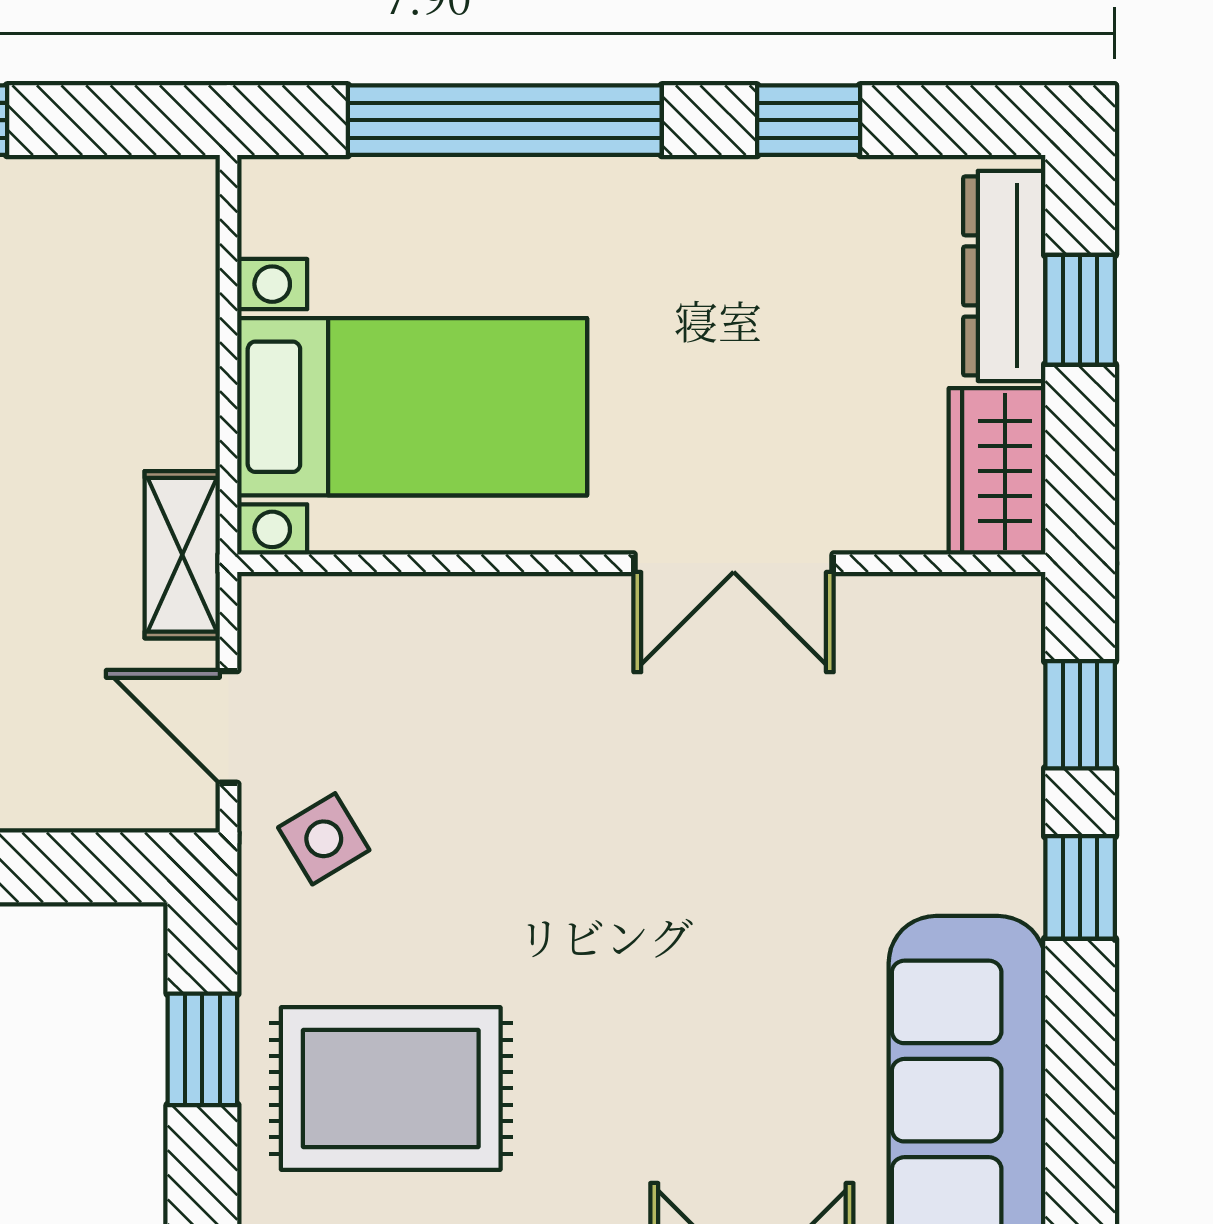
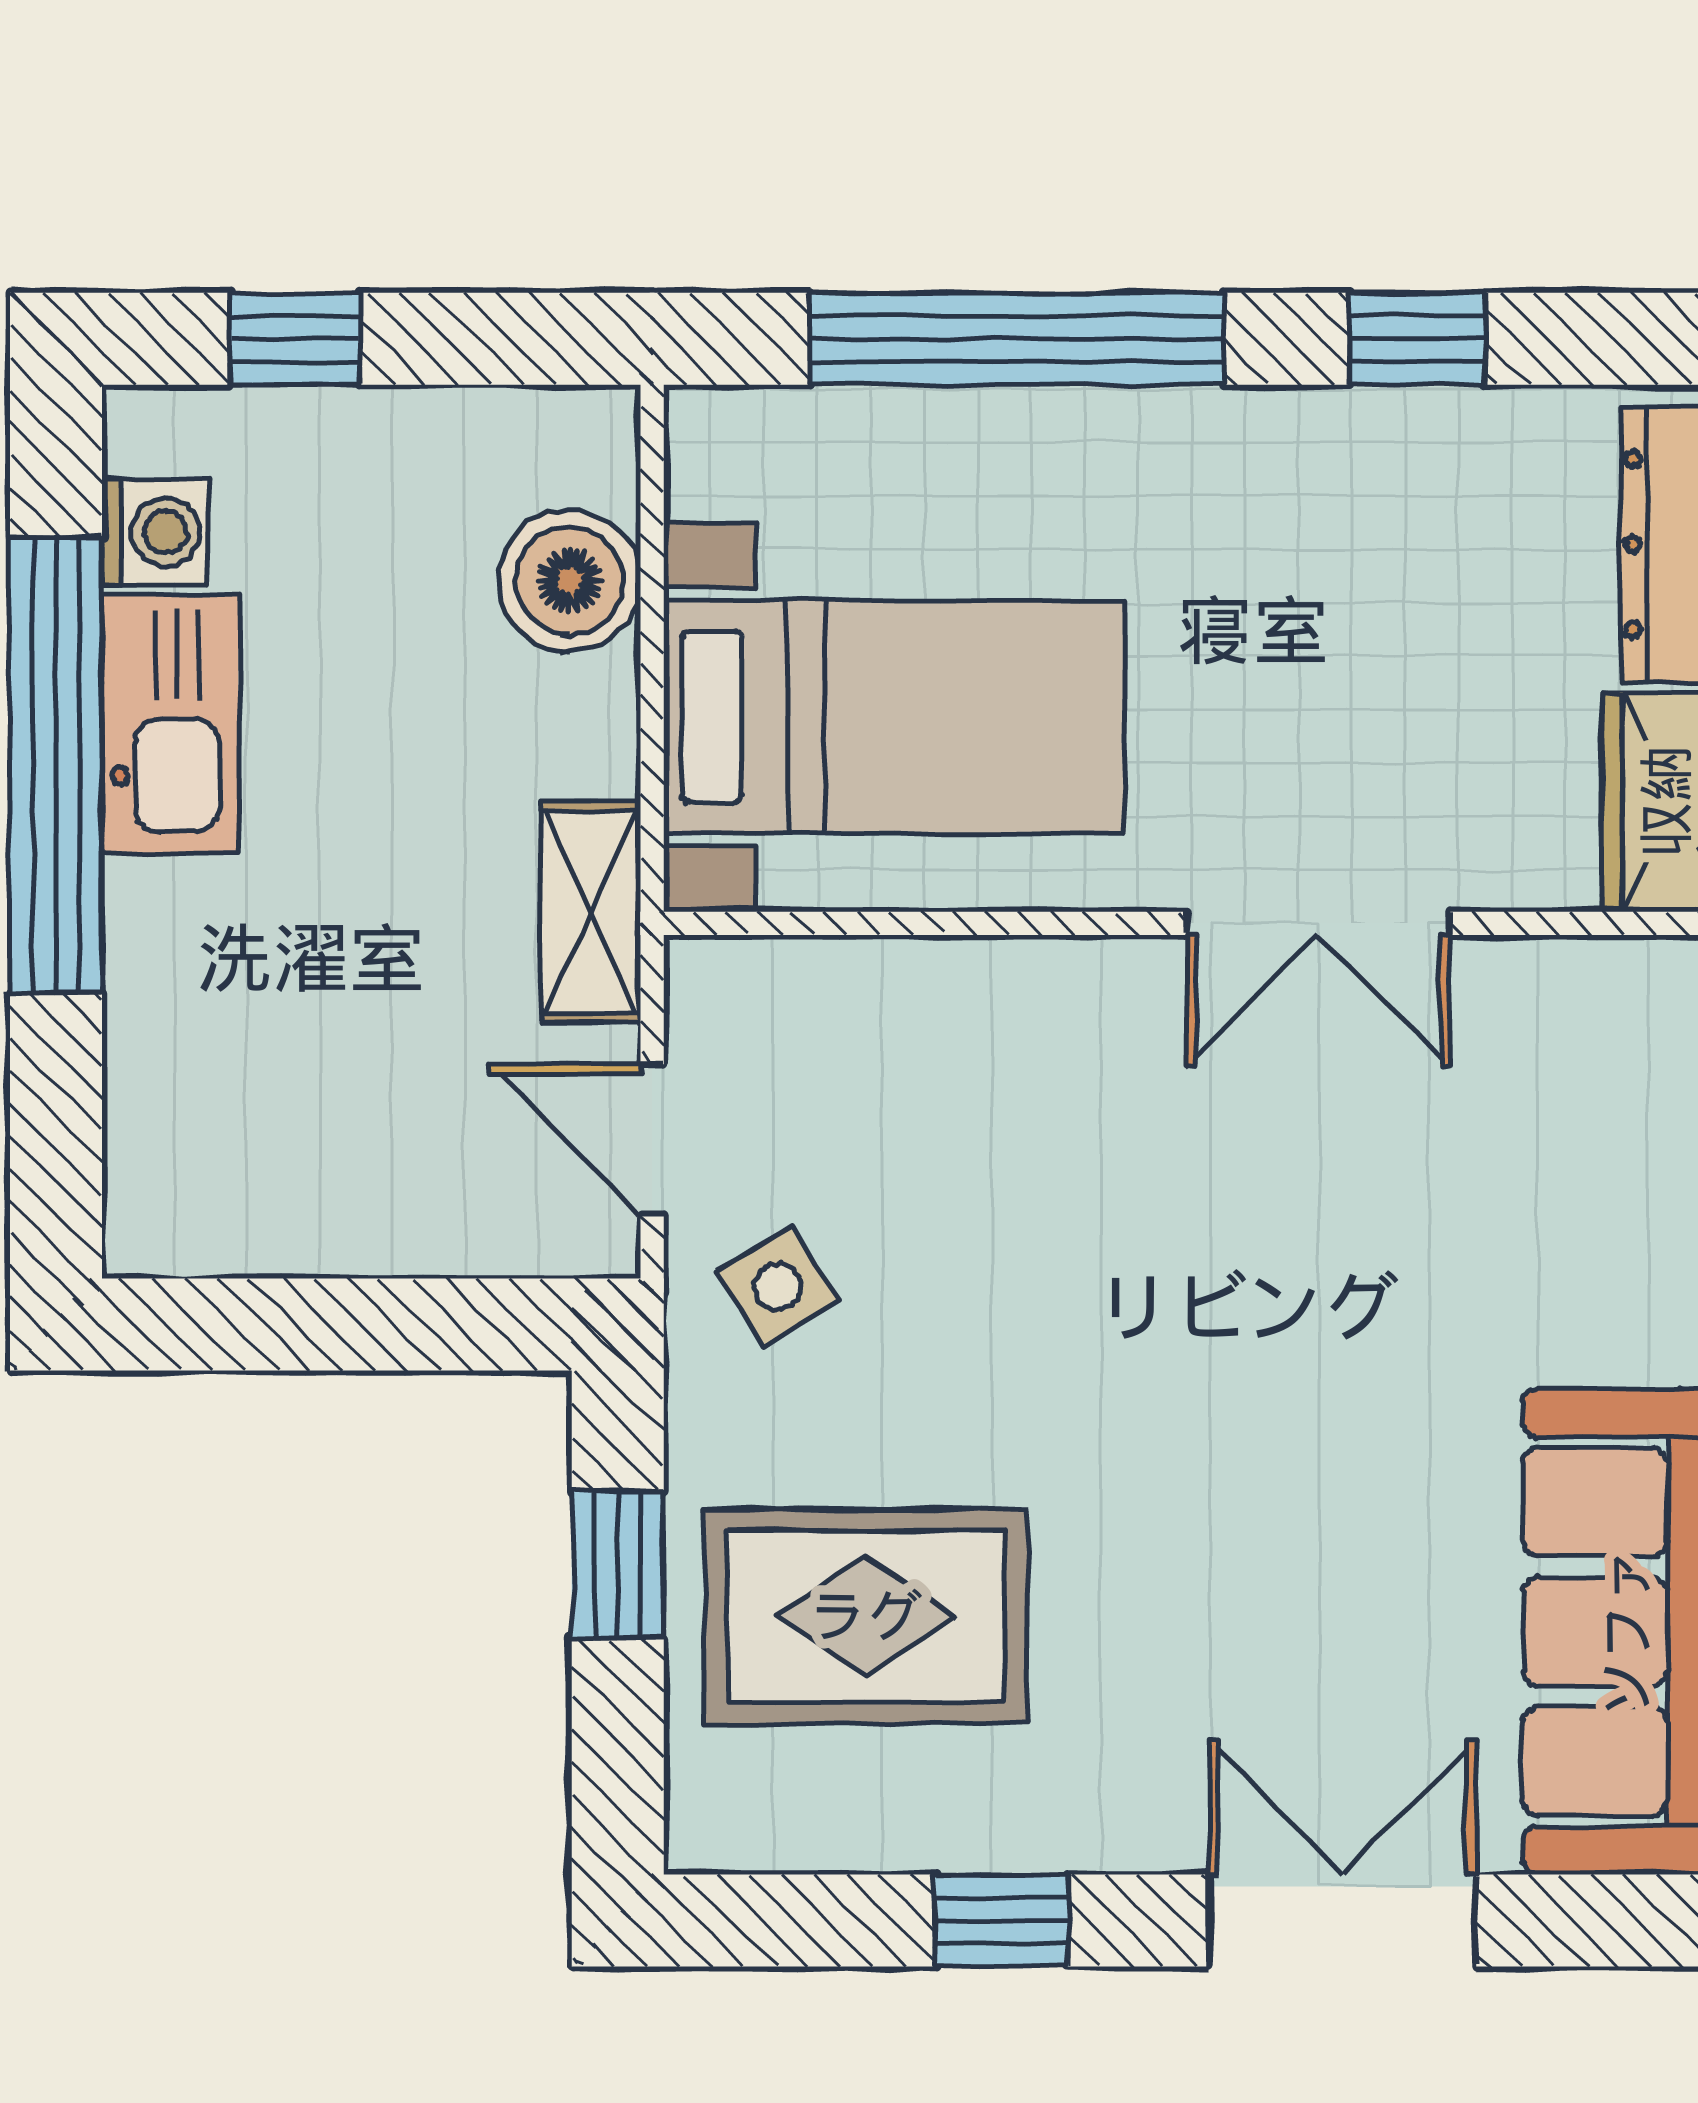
boiler: (166, 304) -> (570, 581), added

